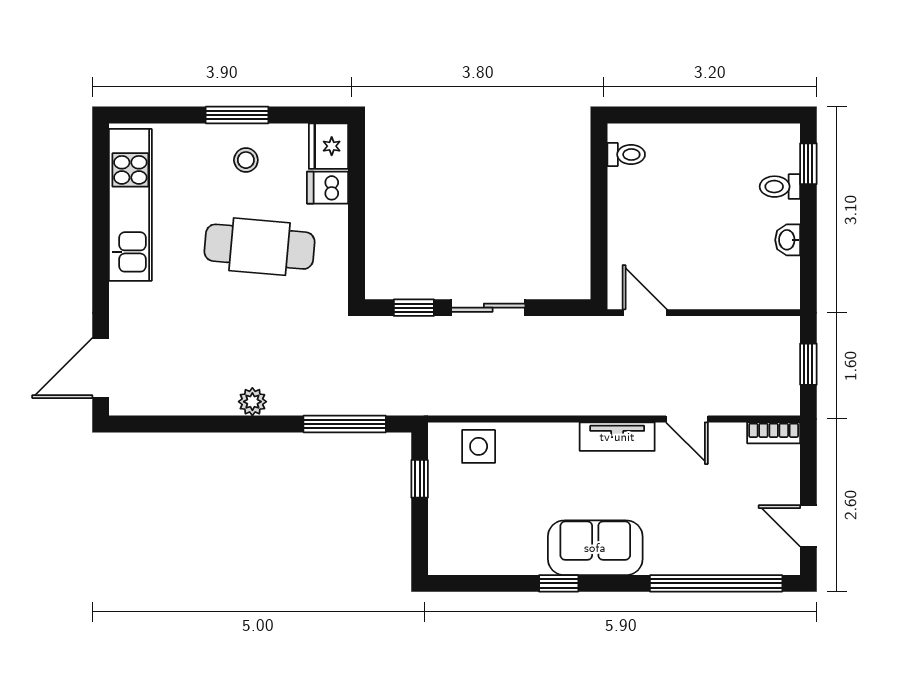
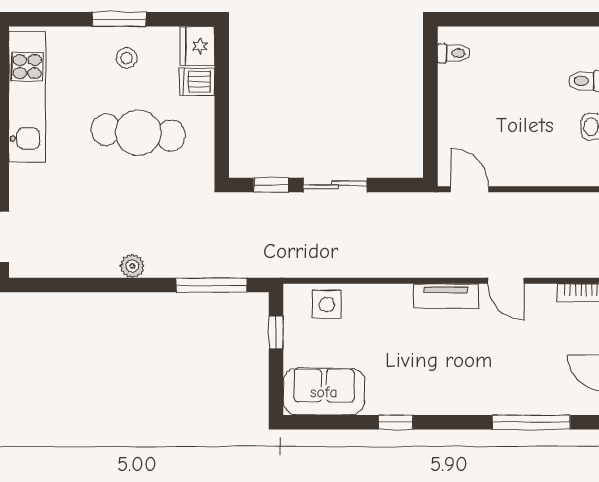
sofa: (595, 548) -> (324, 392), moved
window: (716, 583) -> (531, 422), width x0.68

